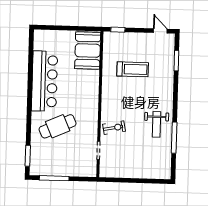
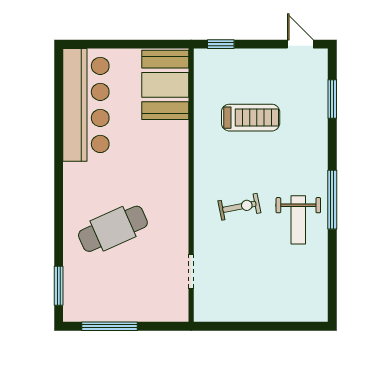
bar counter: (45, 81) -> (86, 105), moved
exercise bike: (114, 128) -> (239, 207), moved
window: (174, 138) -> (332, 200), moved

